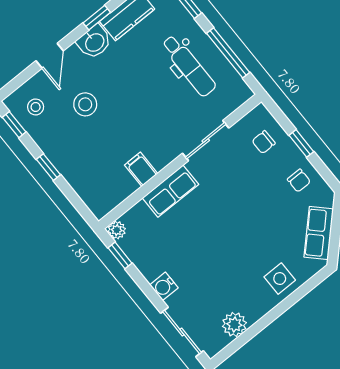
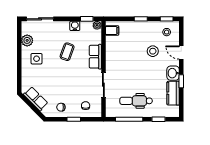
filing cabinet: (141, 169) -> (112, 30), moved
coffee table: (200, 244) -> (67, 52), added
side table: (280, 279) -> (37, 59), moved
water cooler: (164, 286) -> (75, 26), moved

